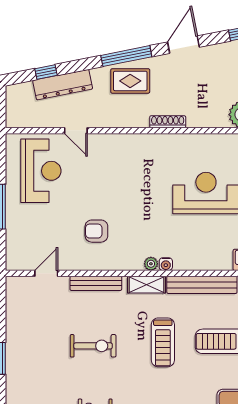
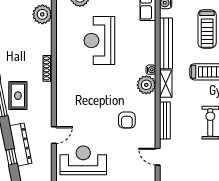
plant: (151, 264) -> (146, 85), width x1.88, depth x1.88

